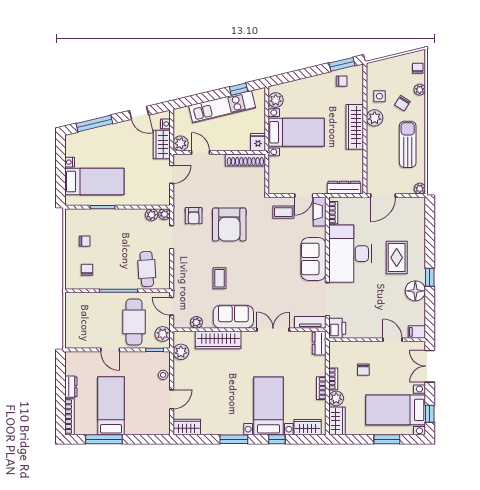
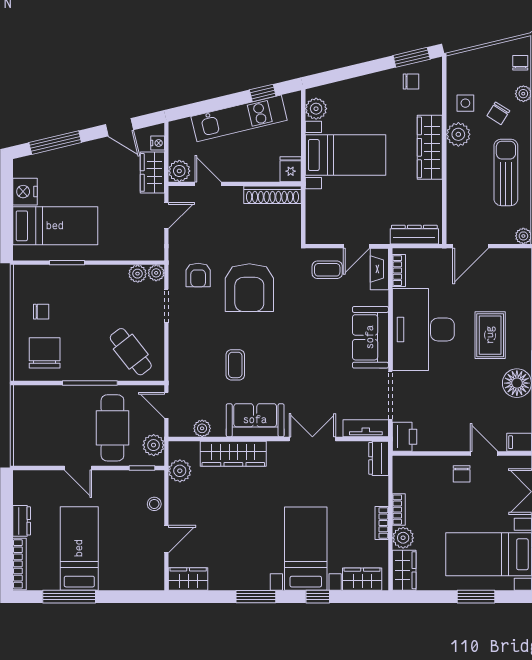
nightstand: (70, 162) -> (25, 192), width x1.89, depth x1.79
cafe table: (147, 269) -> (131, 352), turned -35
chair: (87, 270) -> (45, 353), width x1.87, depth x1.87
chair: (363, 370) -> (462, 474), moved

